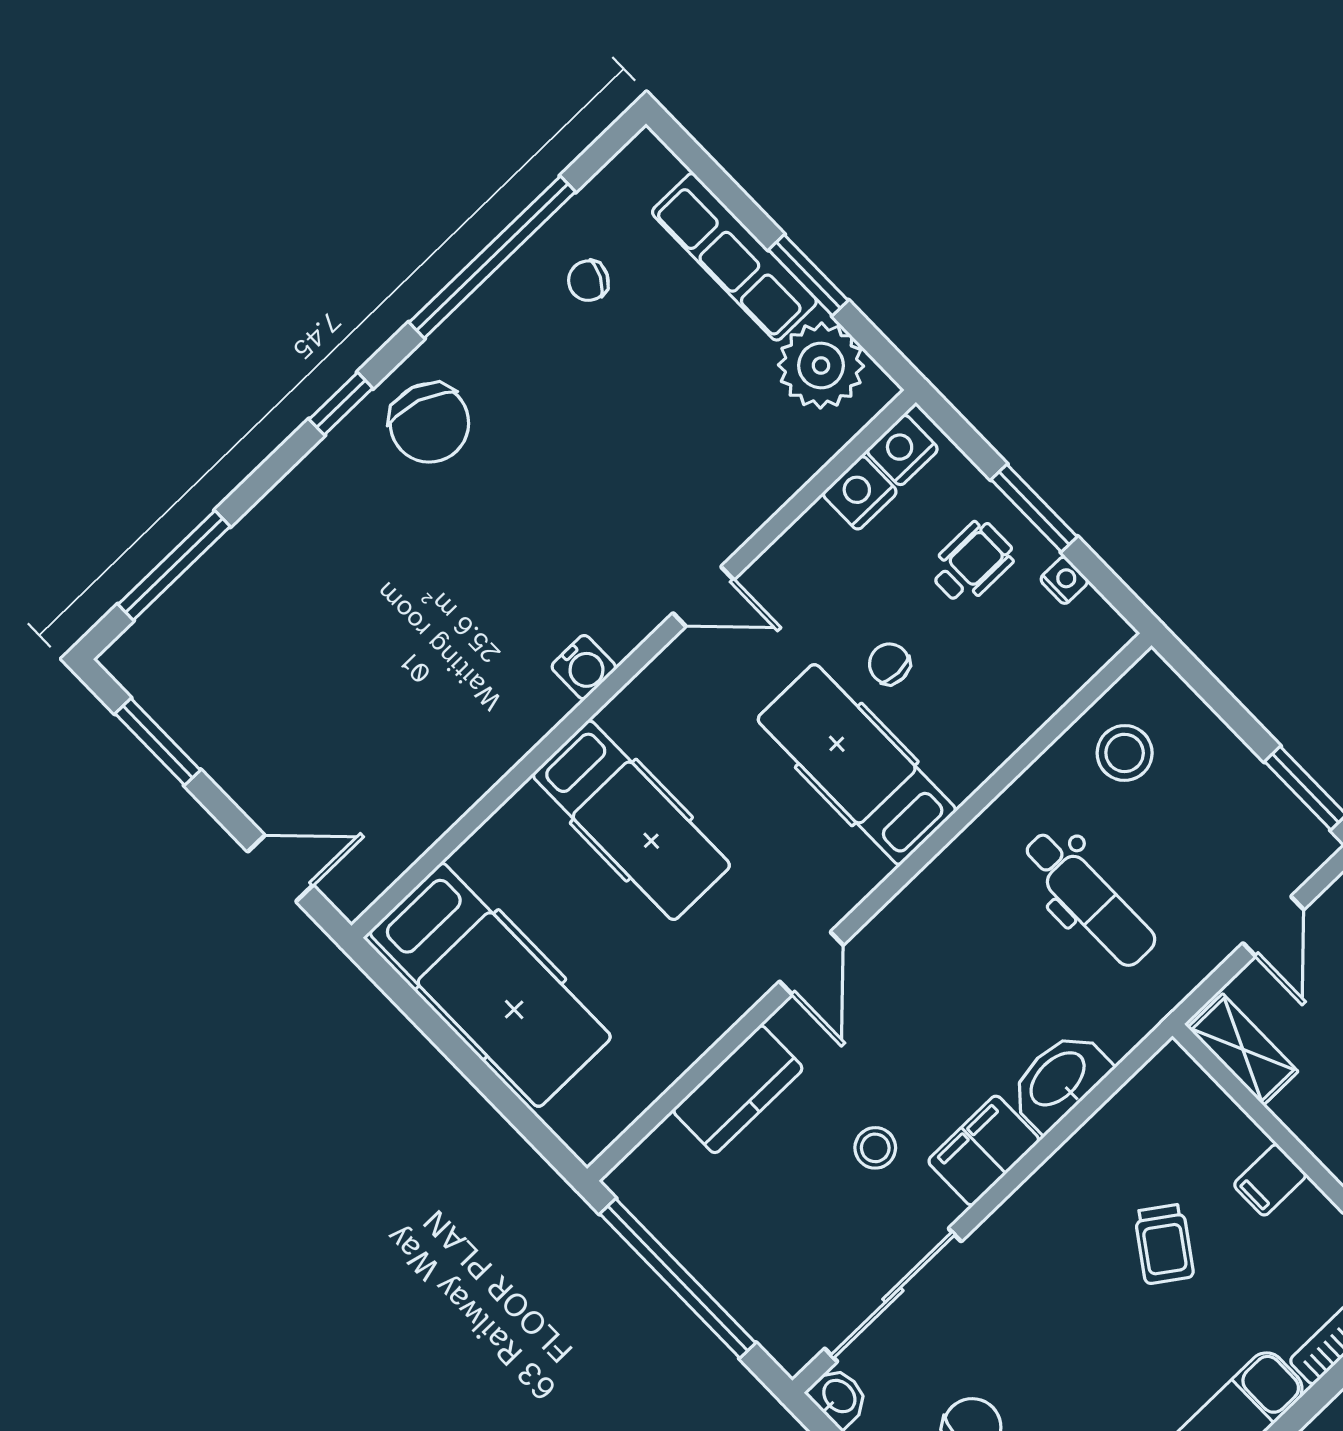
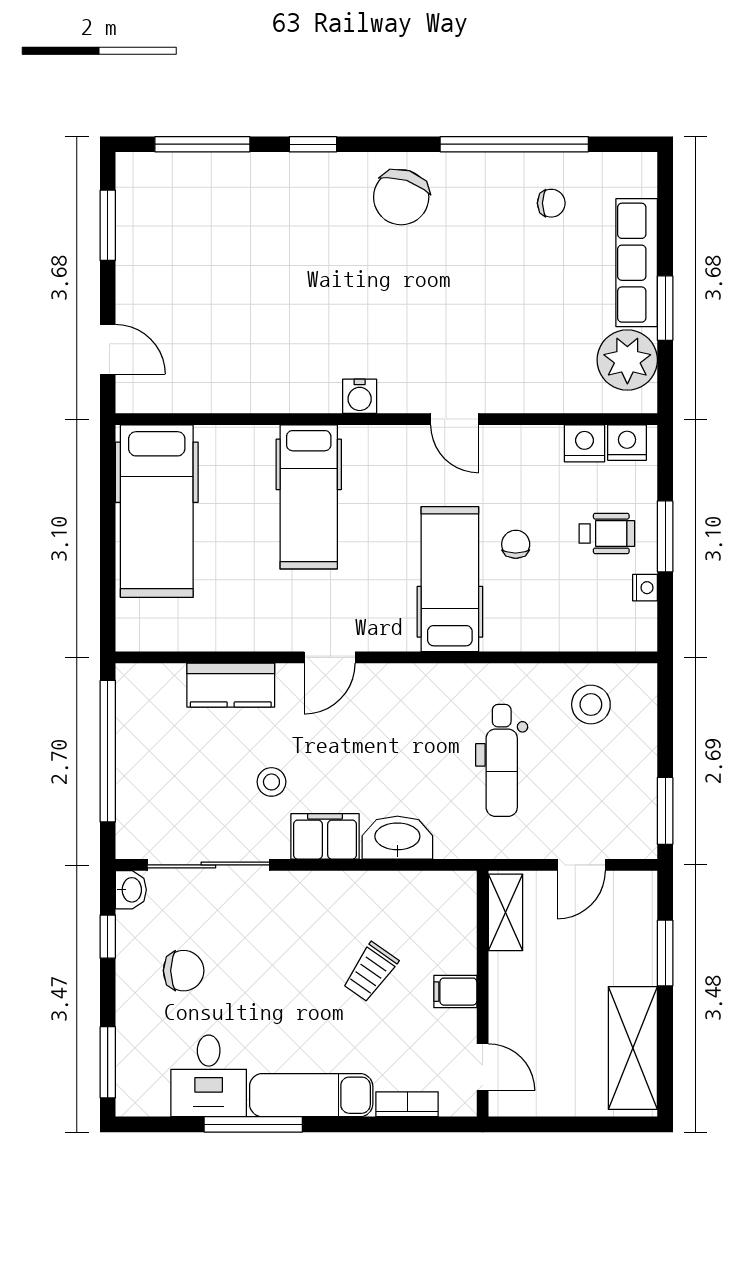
chair: (588, 281) -> (551, 203), turned 153
window: (341, 404) -> (313, 144), moved

